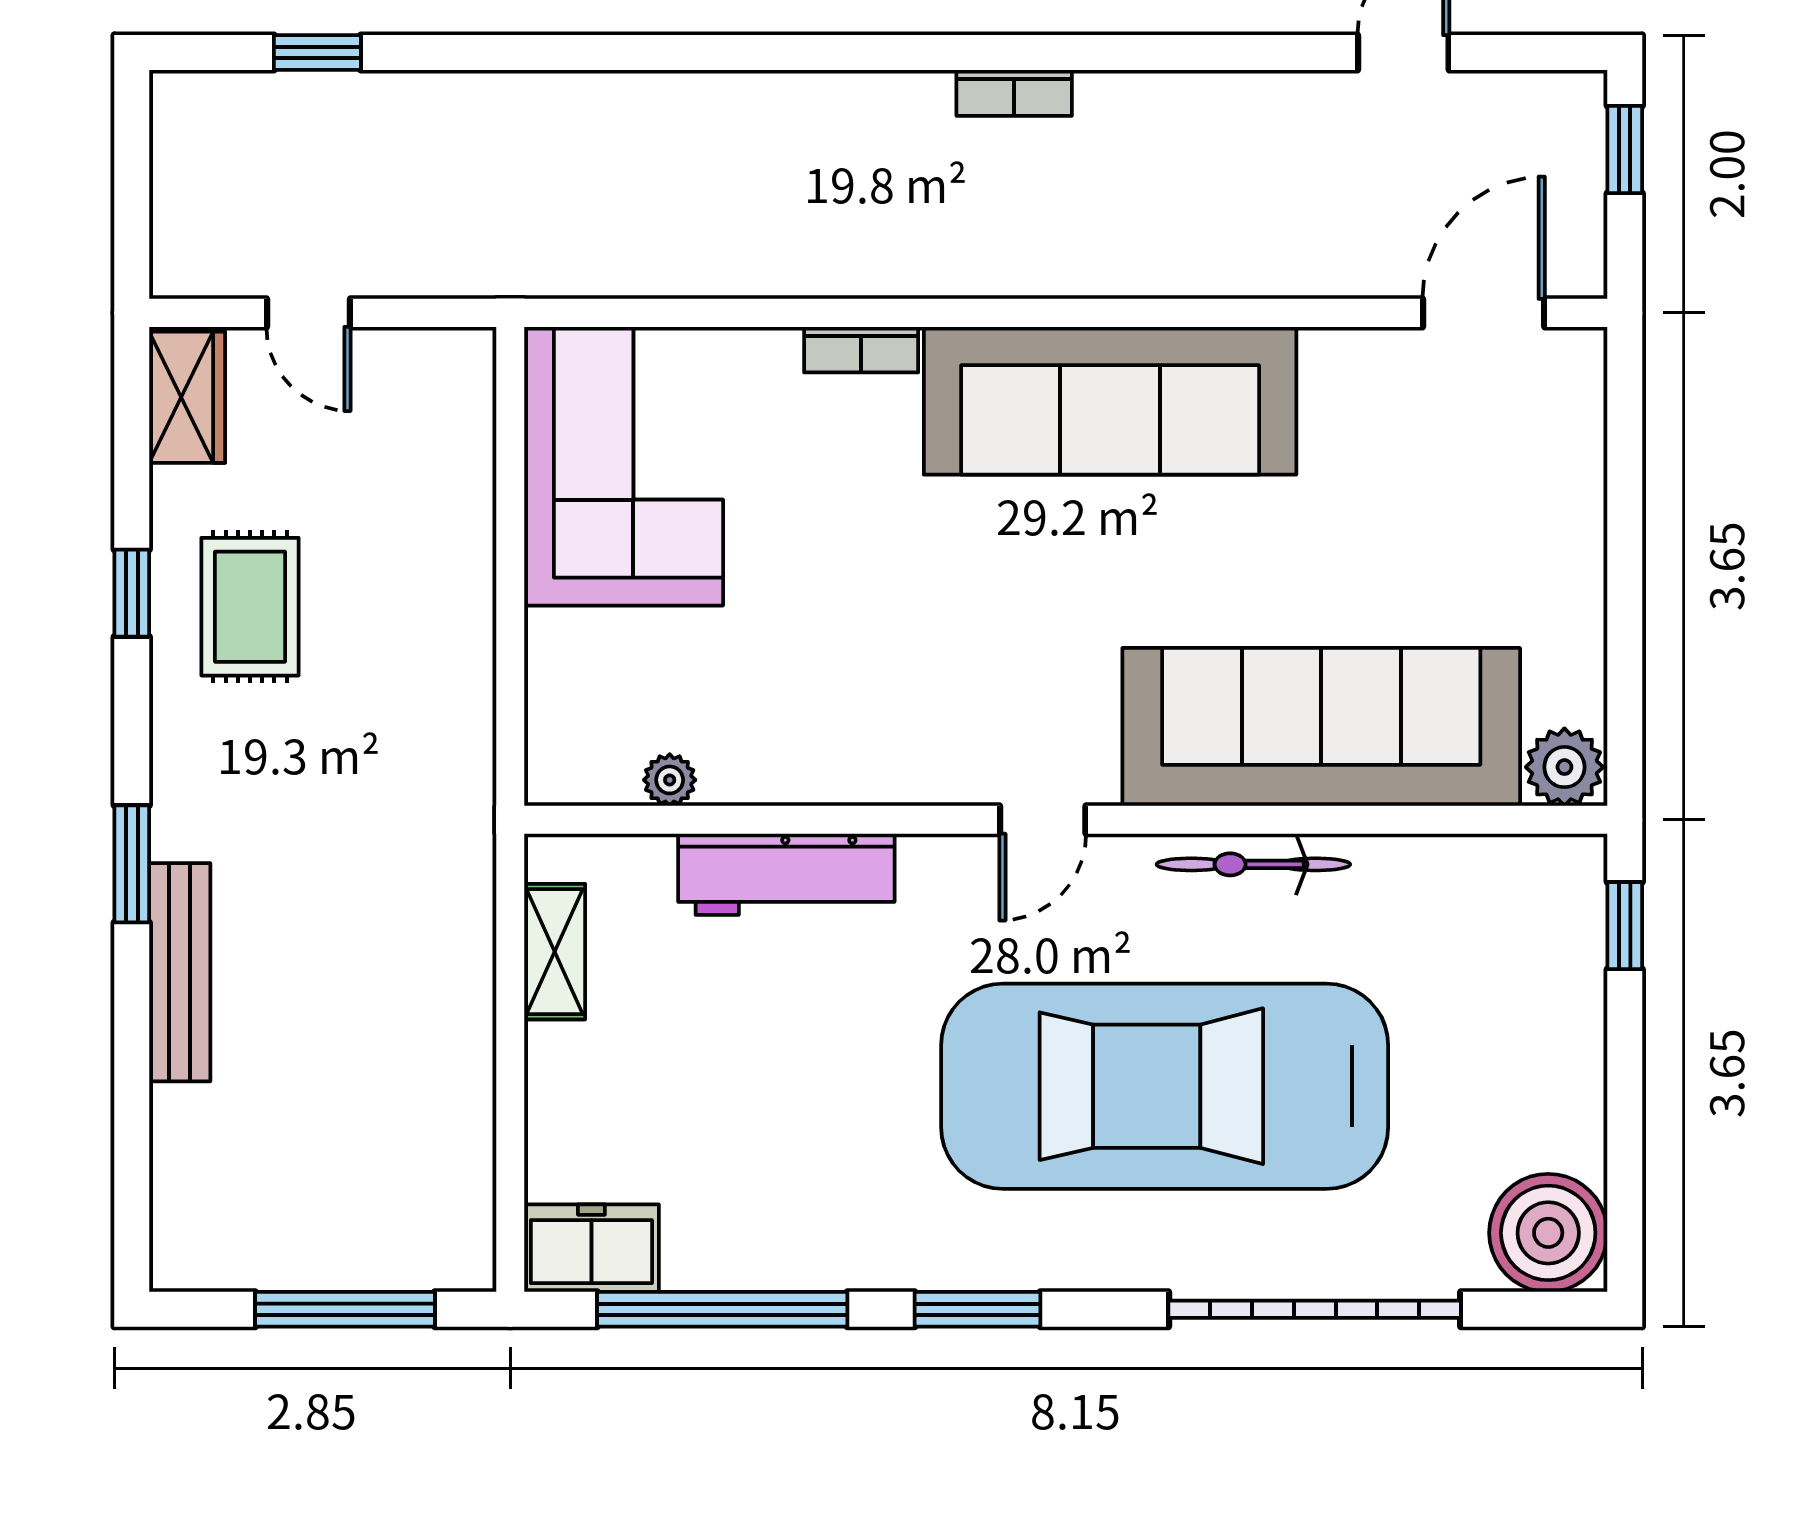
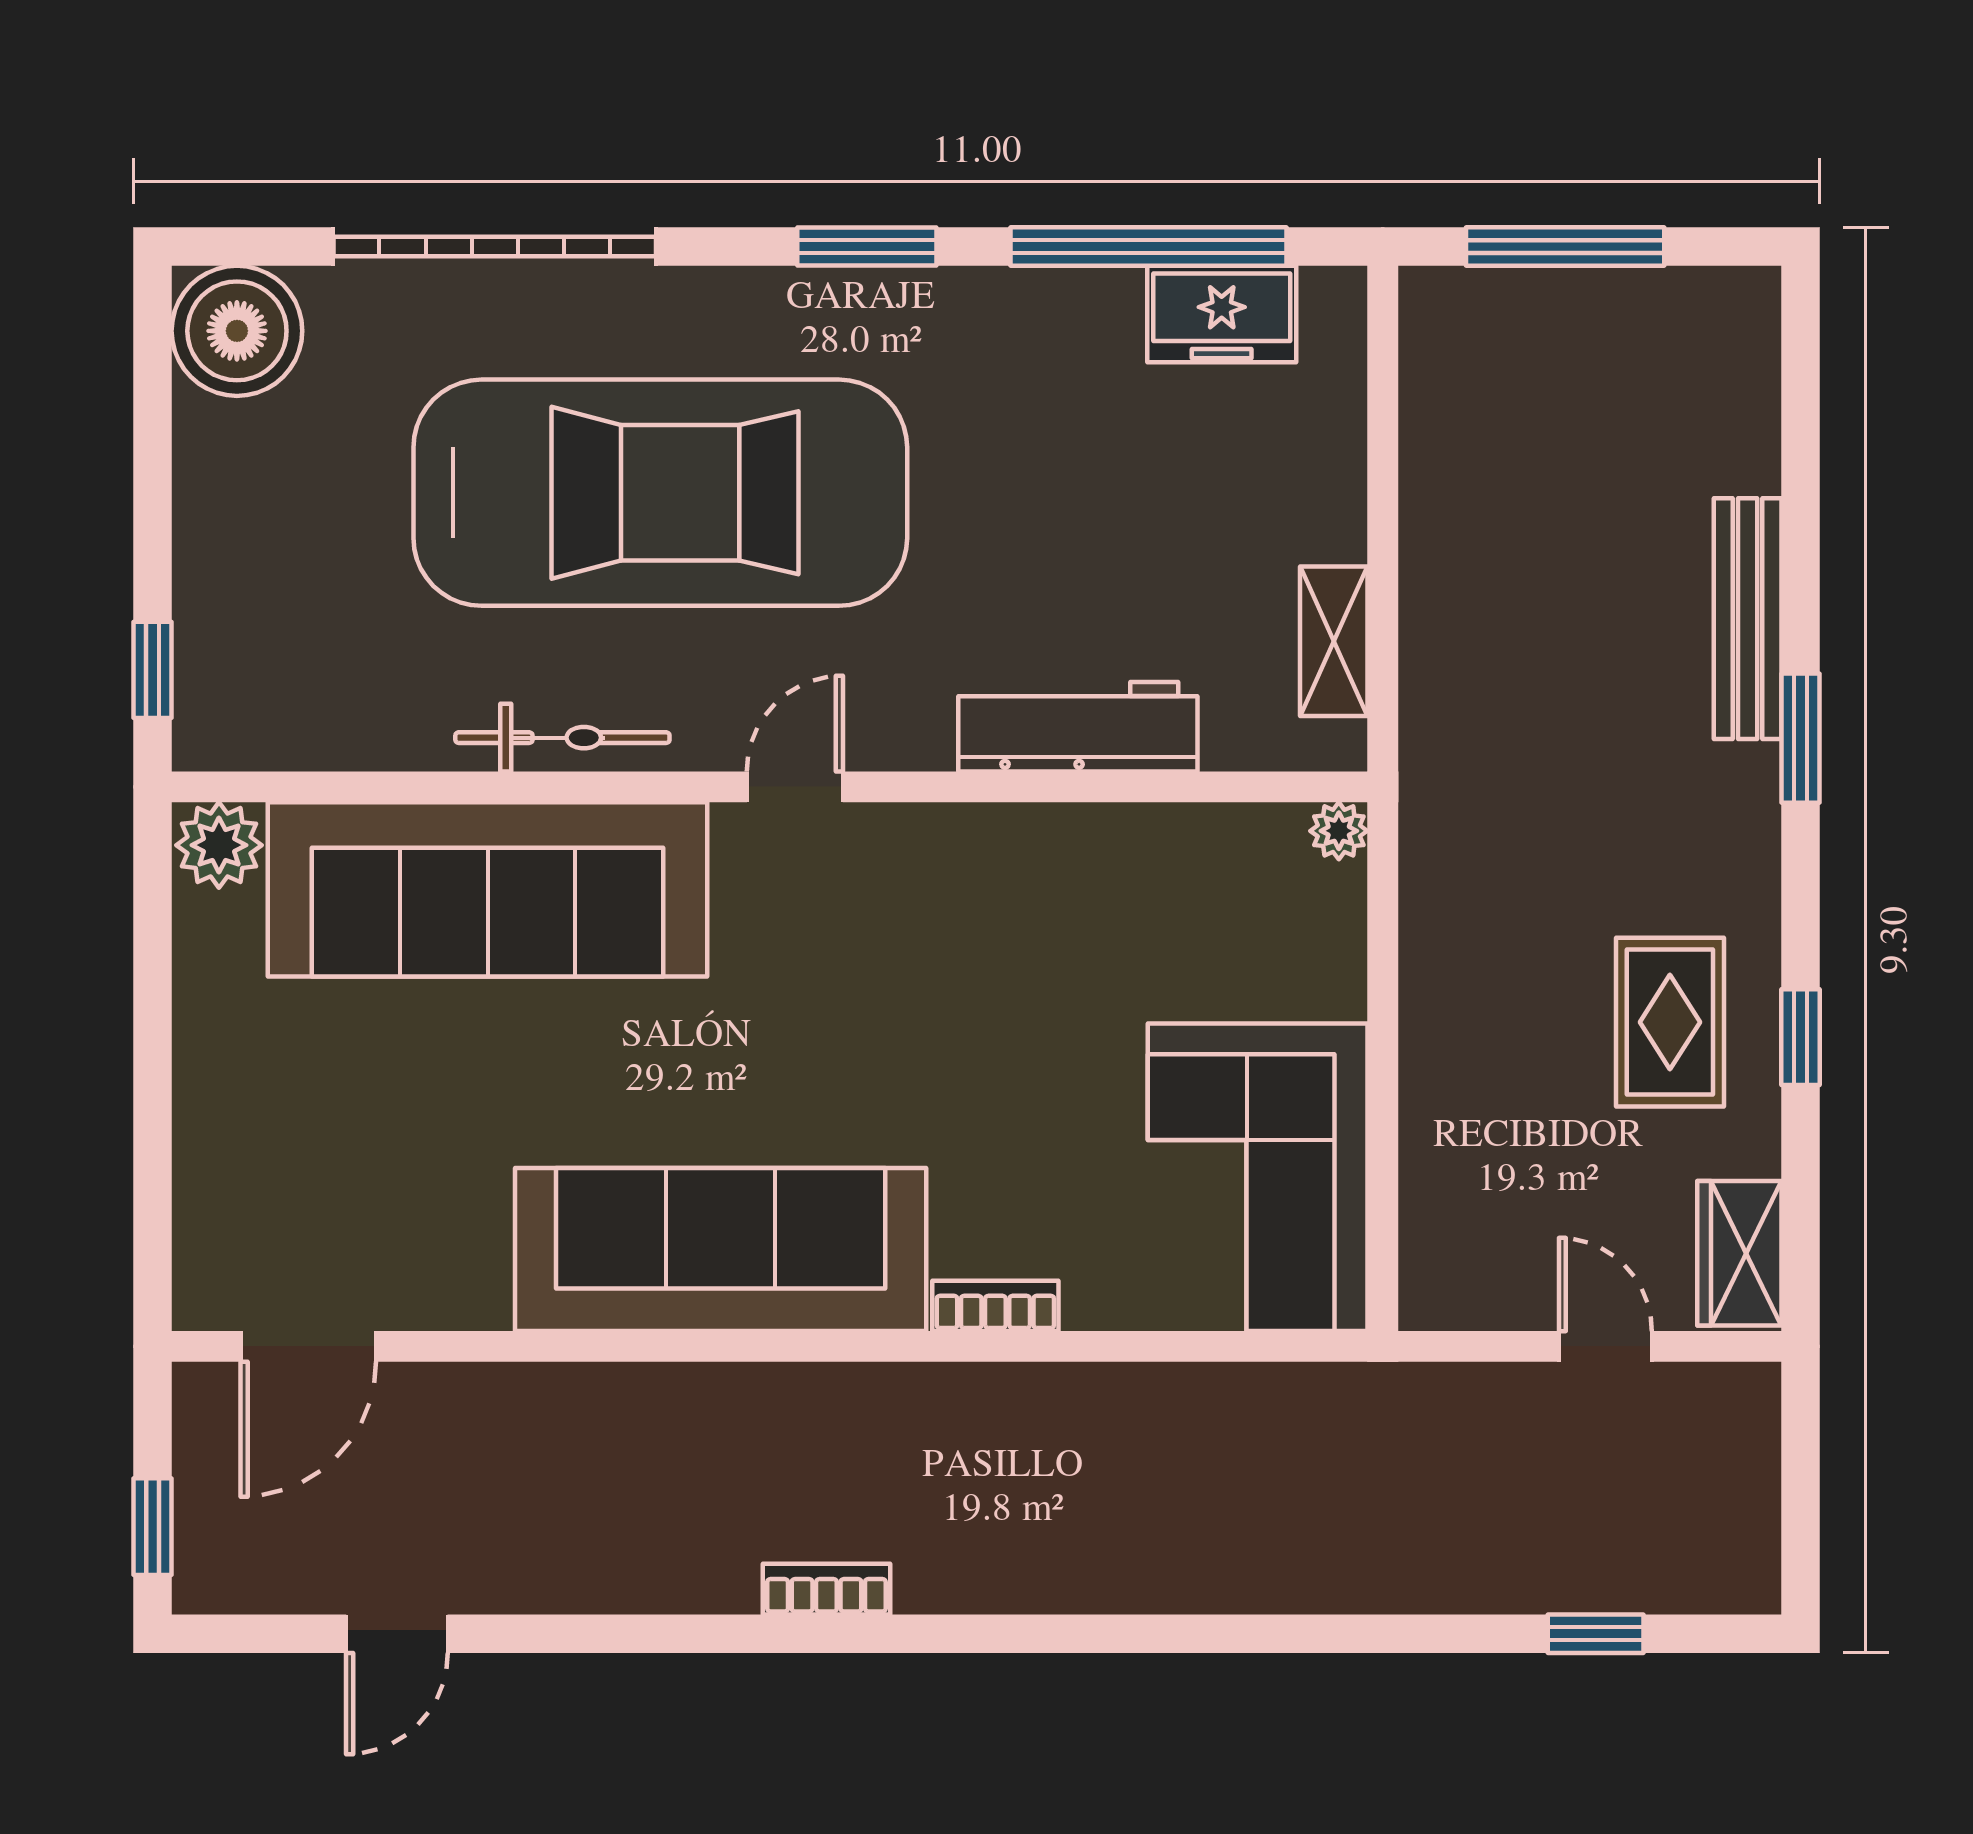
plant: (670, 780) -> (1339, 831), moved
freezer: (591, 1248) -> (1222, 314), moved

